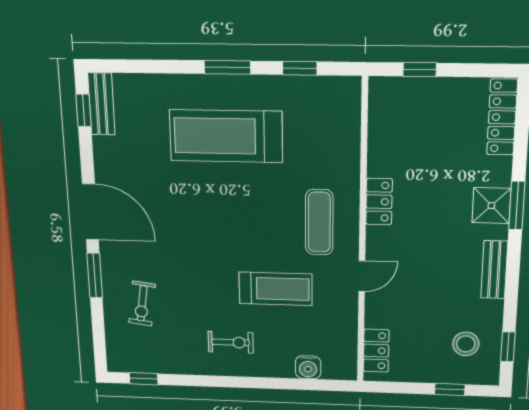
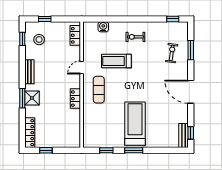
window: (420, 70) -> (46, 150), moved
treadmill: (226, 136) -> (135, 124), turned -90
window: (95, 275) -> (191, 50), moved

